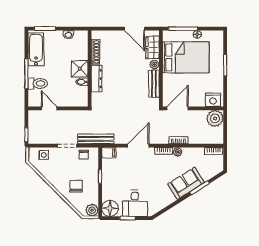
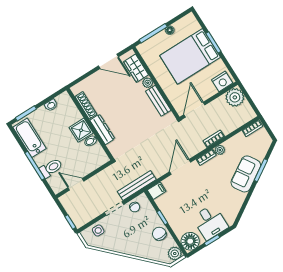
bed: (186, 57) -> (190, 56), moved, turned 180
chair: (76, 186) -> (159, 234), moved

